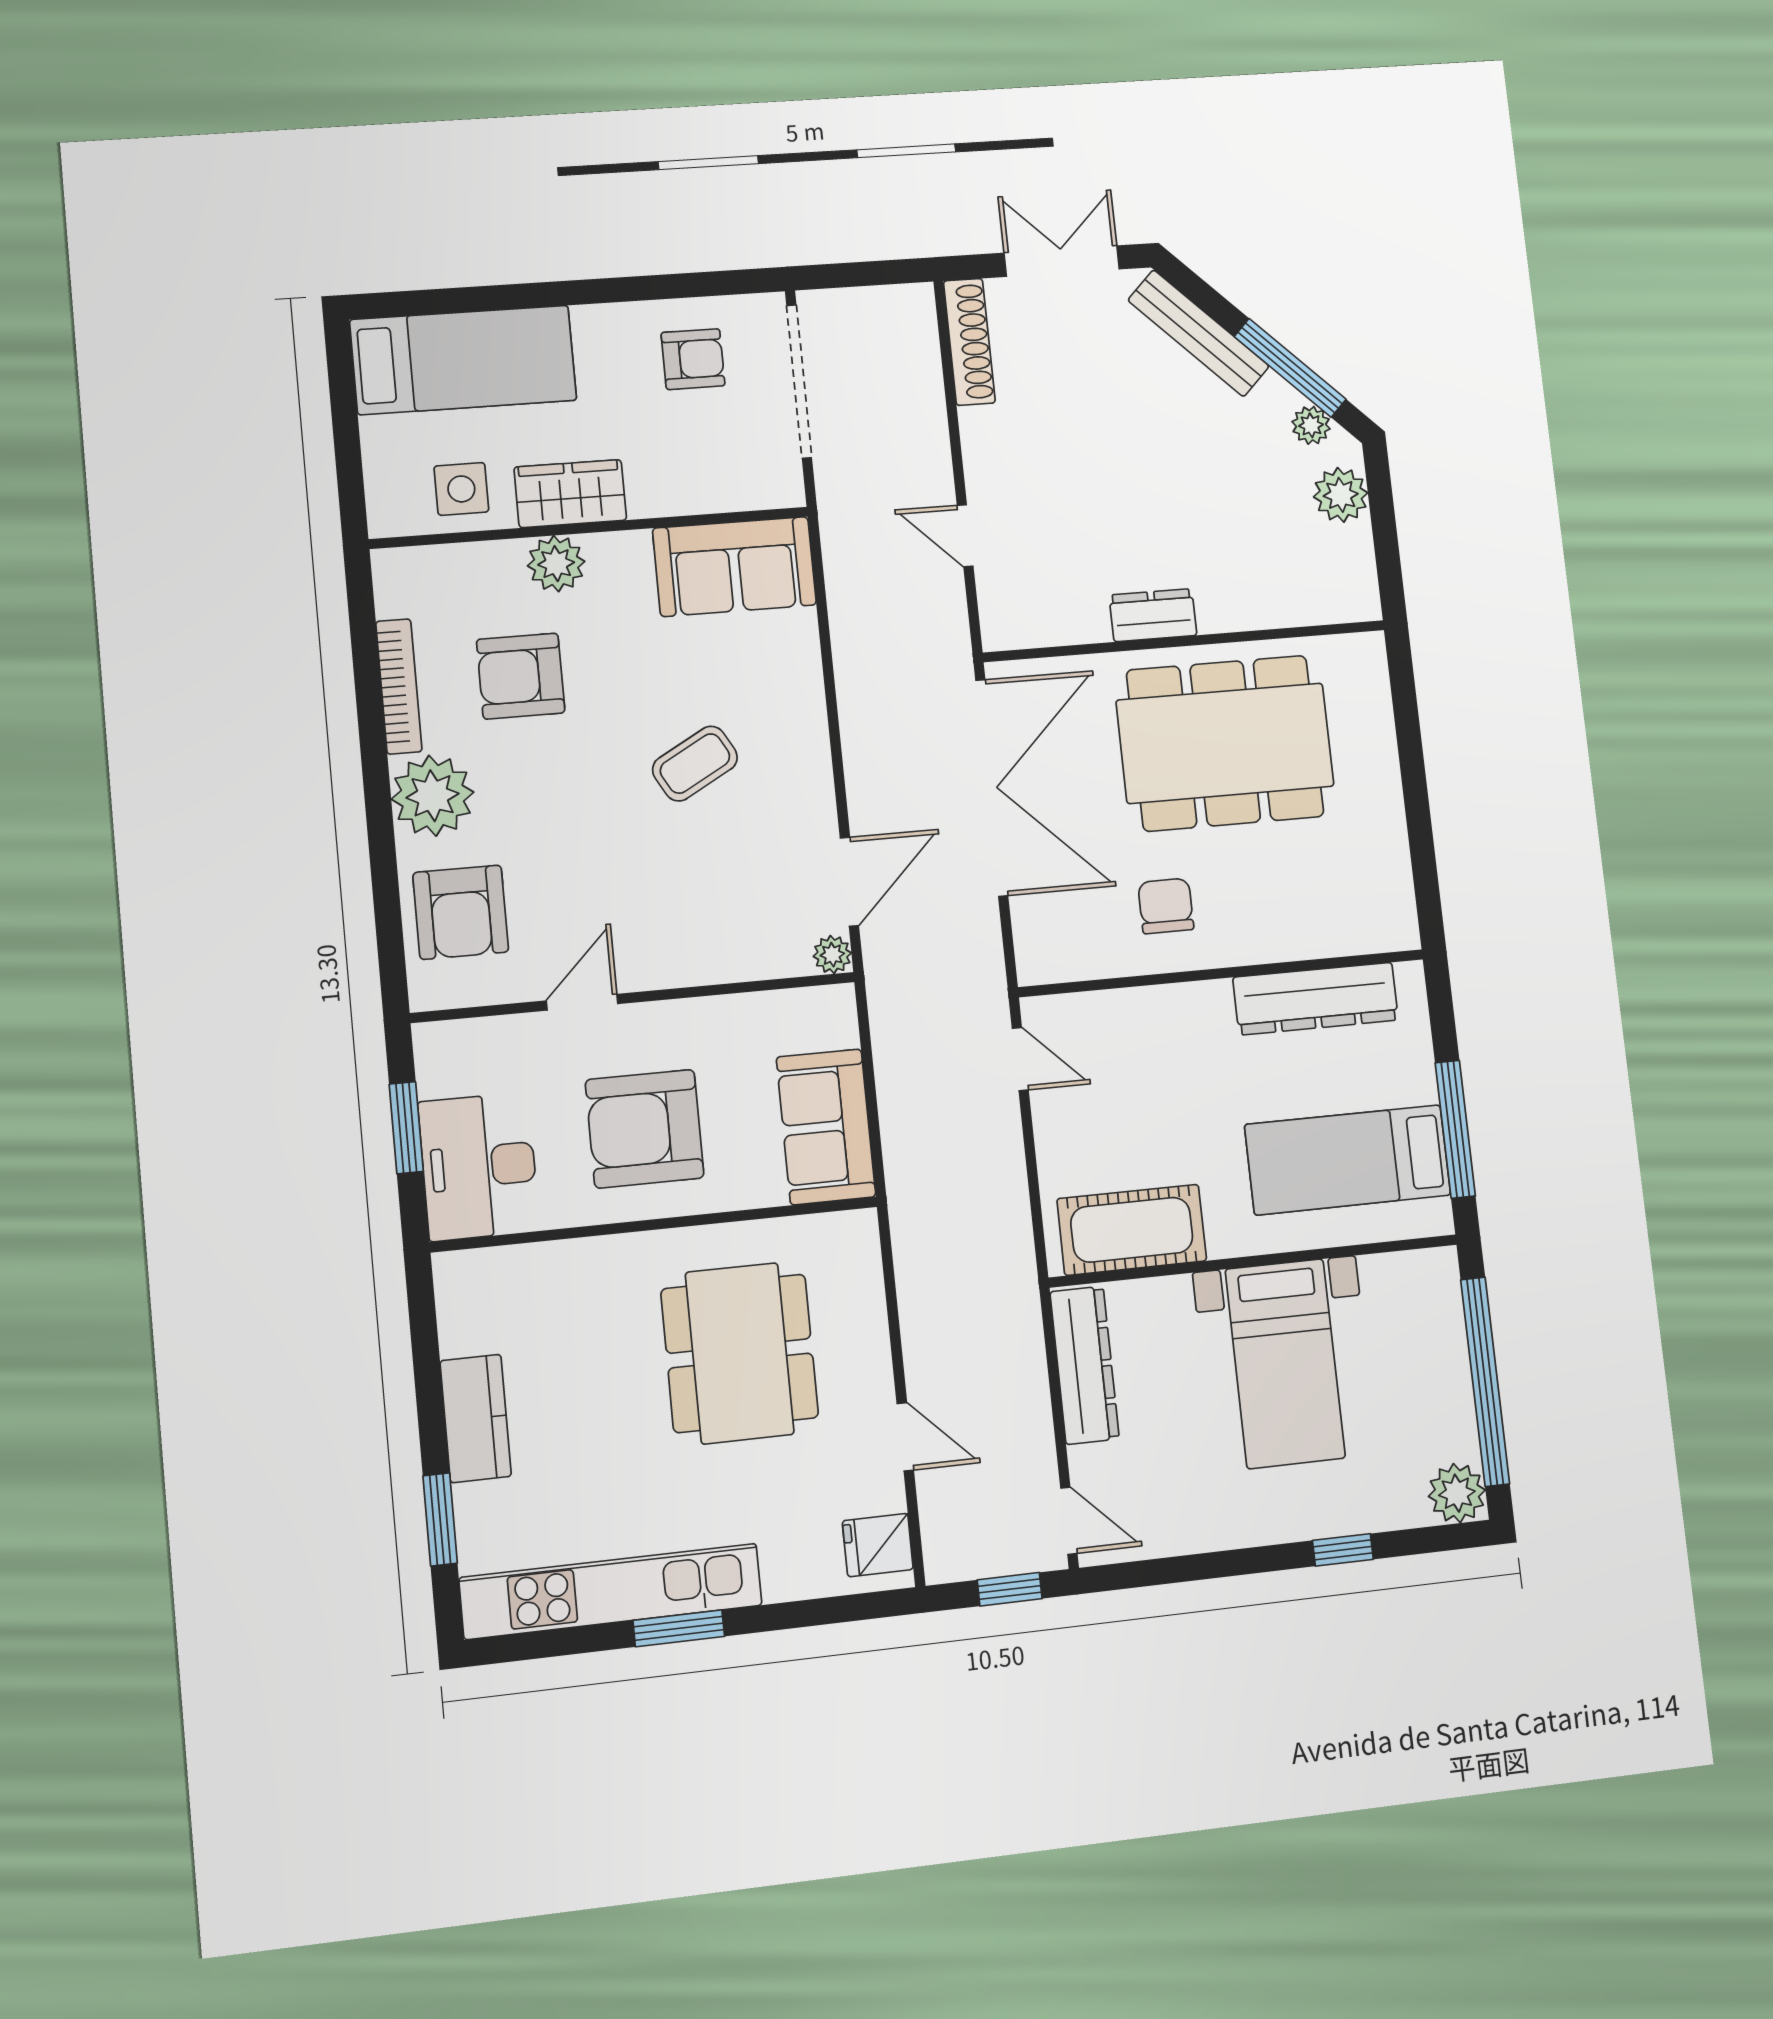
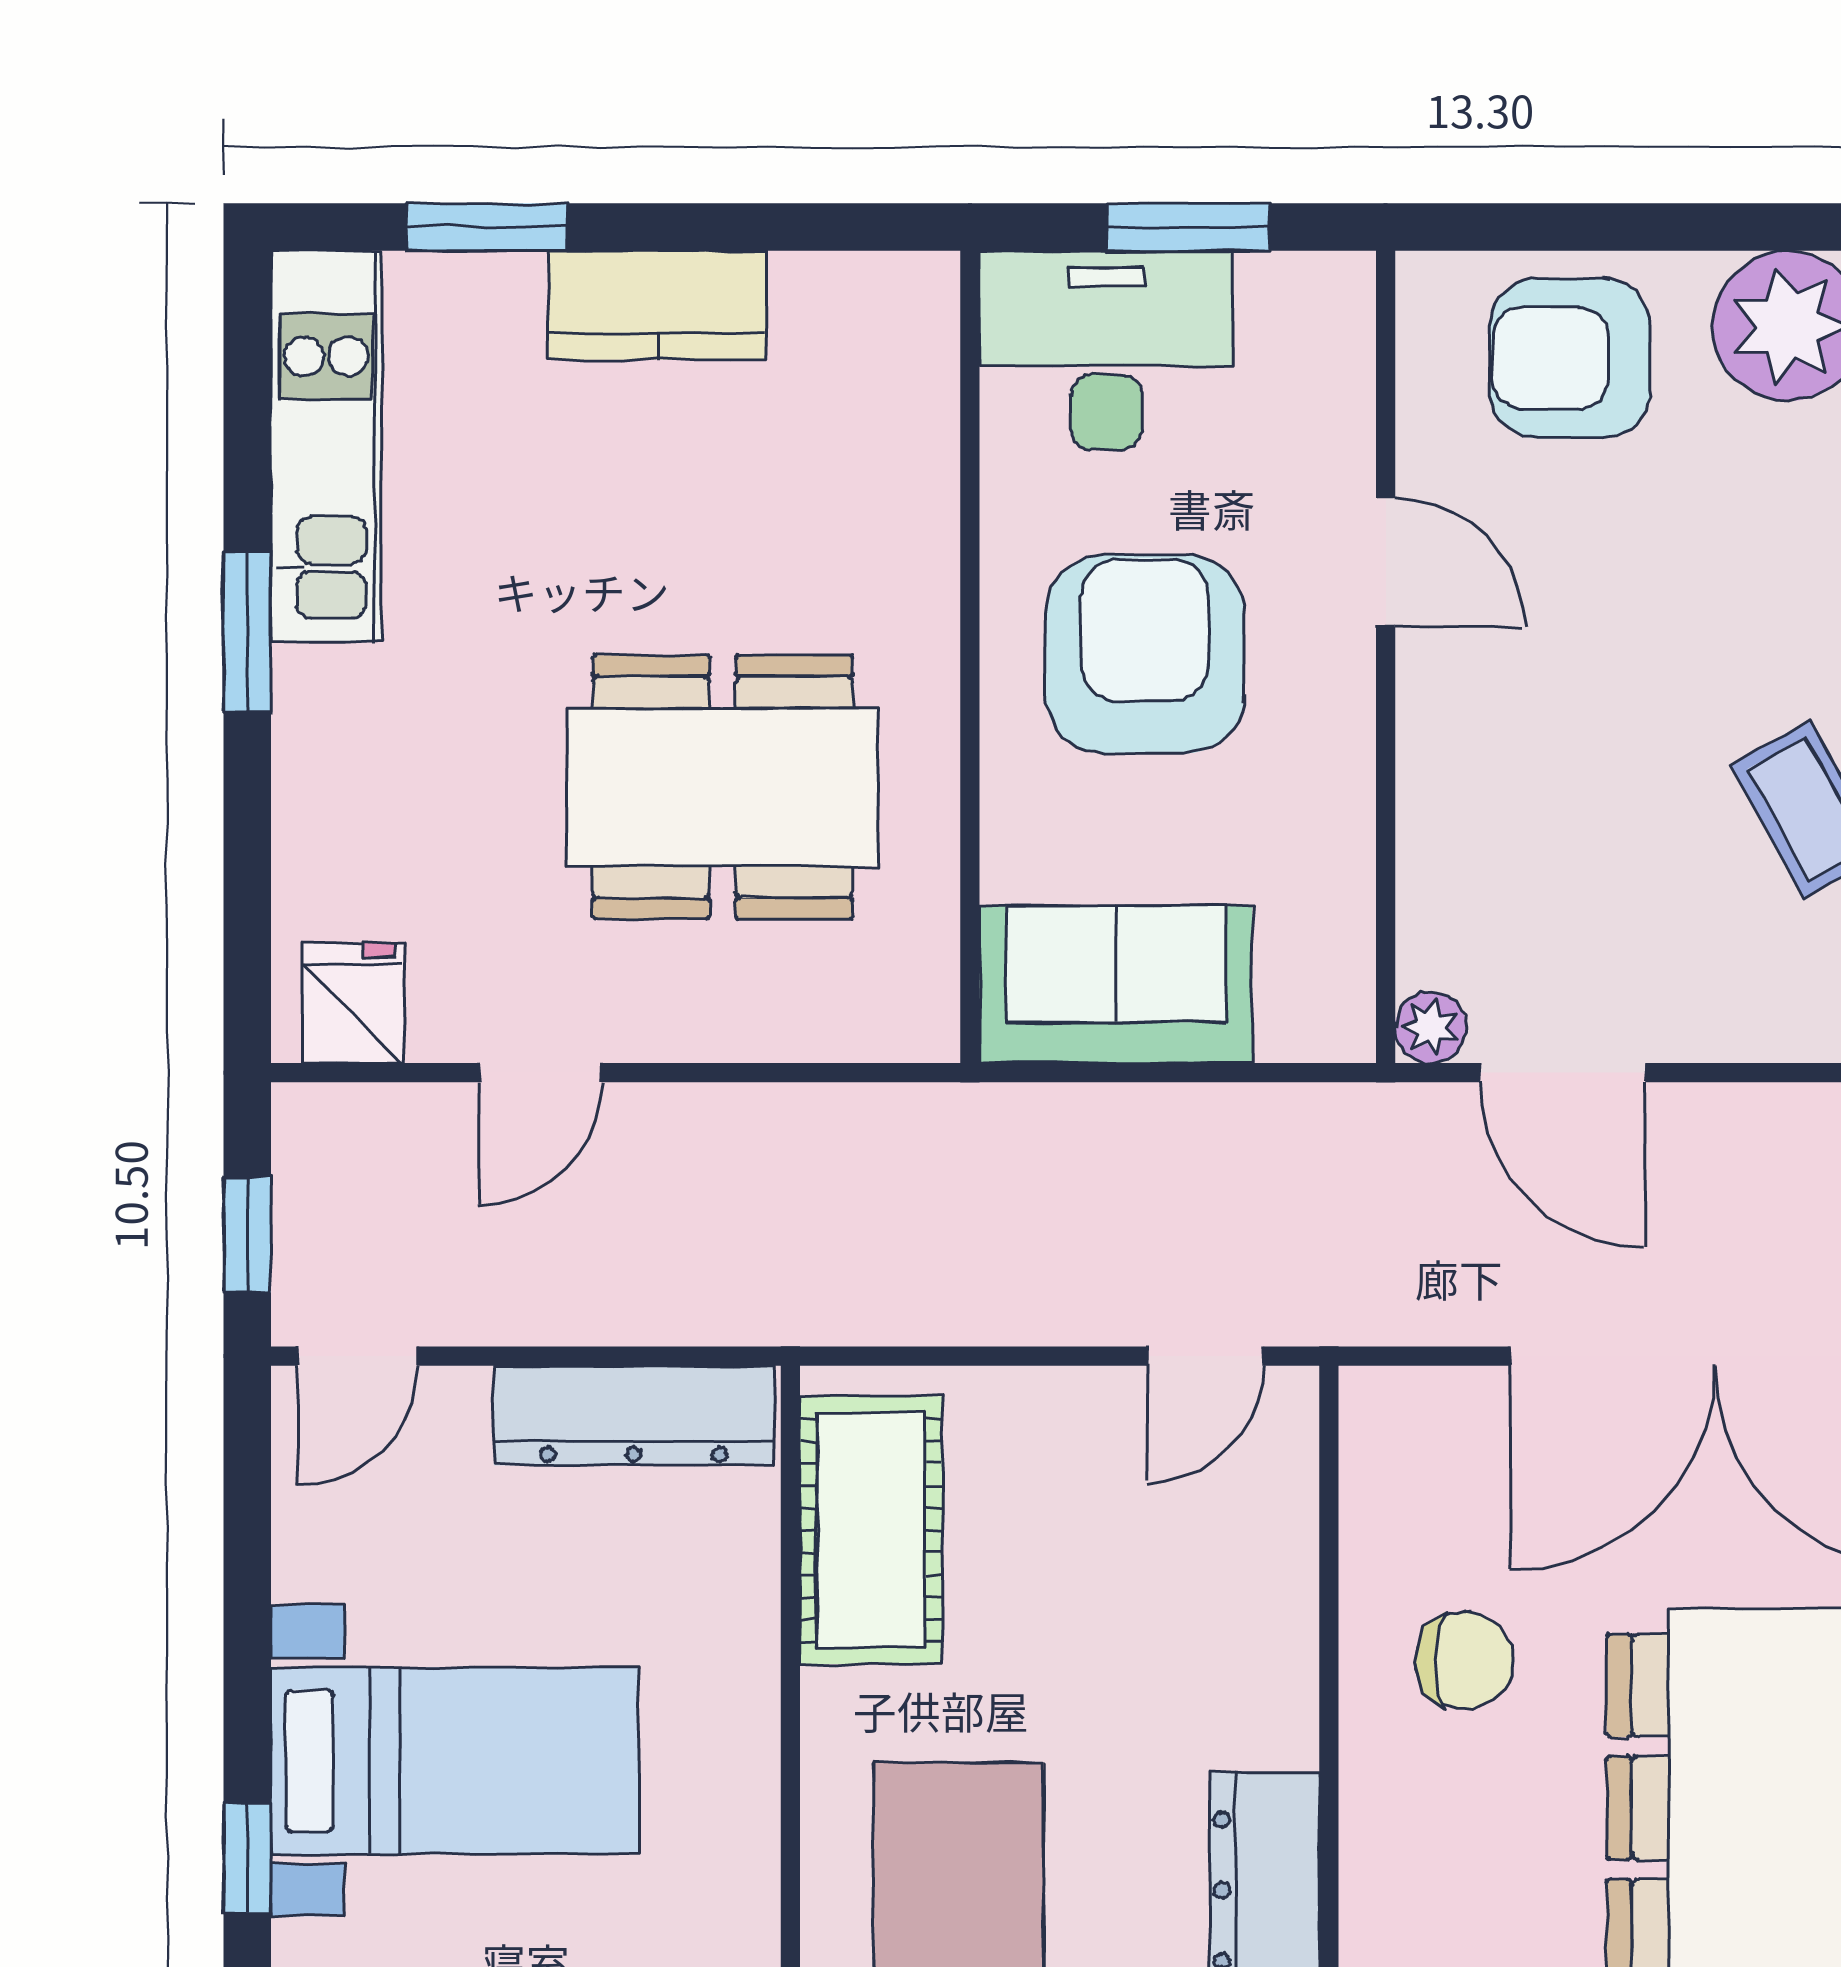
bed with nightstands: (1285, 1363) -> (455, 1761), moved, turned 180
kitchen unit: (611, 1591) -> (326, 446), width x0.73

